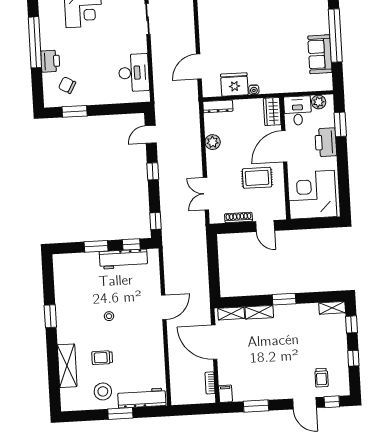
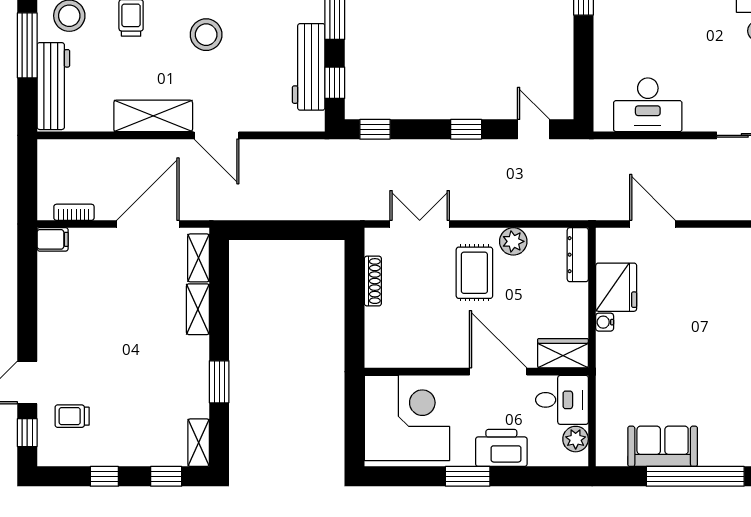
window: (340, 124) -> (468, 476), moved
rug: (257, 178) -> (474, 273), moved
door: (265, 226) -> (355, 329), removed
window: (284, 299) -> (219, 382), moved
stool: (109, 316) -> (206, 35), width x1.89, depth x1.89
shelving: (155, 343) -> (153, 116), added
window: (256, 406) -> (27, 294), removed
window: (120, 414) -> (27, 45), width x1.44

